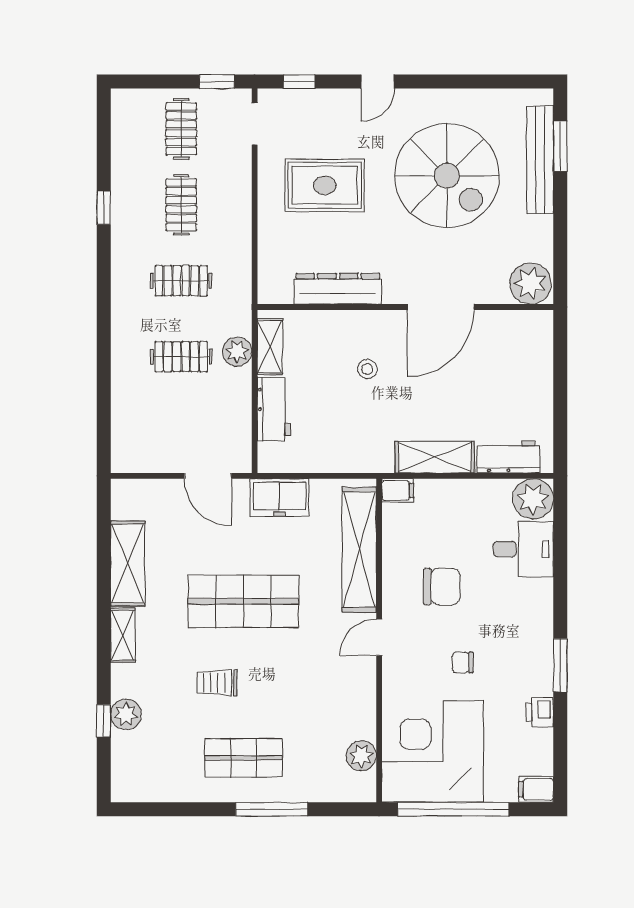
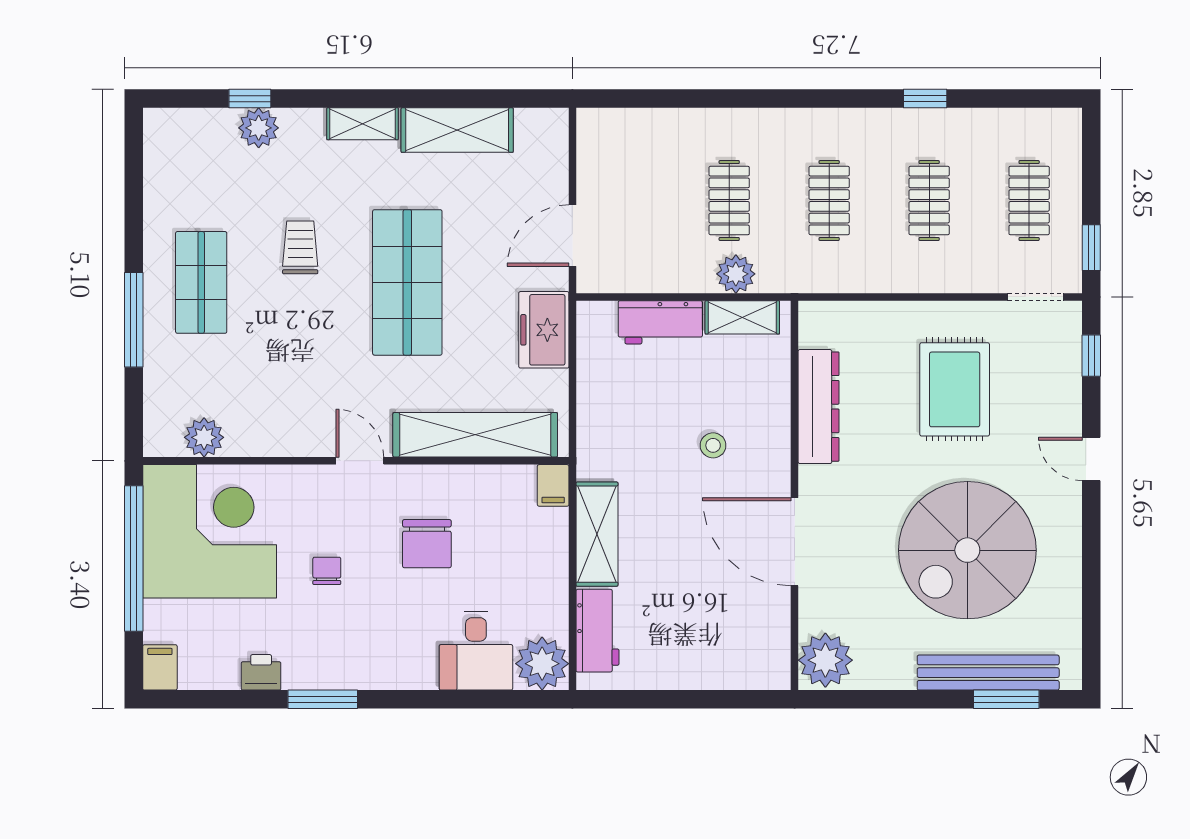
clothes rail: (181, 129) -> (1029, 201), turned 90
clothes rail: (181, 205) -> (929, 201), turned 90

